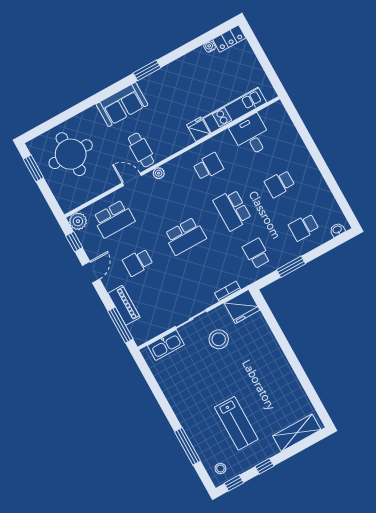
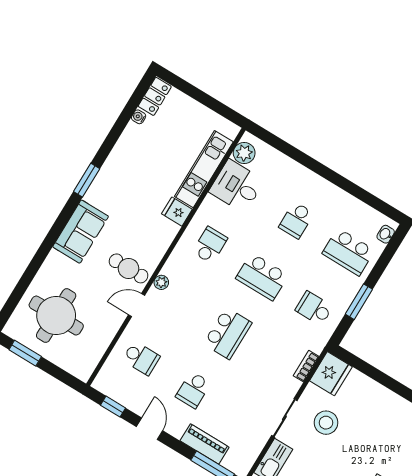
school desk: (114, 219) -> (141, 358), width x0.54
plant: (78, 221) -> (244, 153), moved
school desk: (304, 227) -> (348, 252), width x1.85

